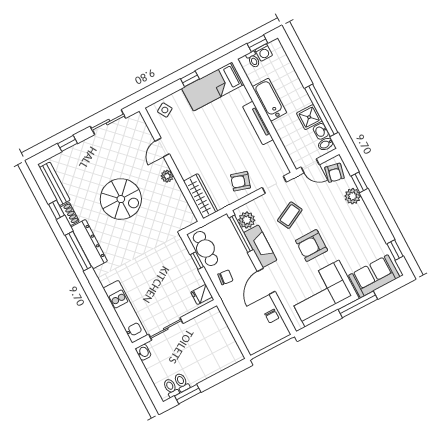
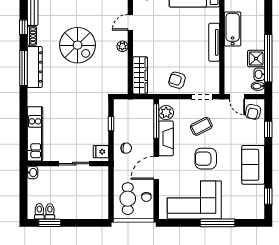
plant: (353, 196) -> (257, 137), removed
cafe table: (205, 249) -> (128, 199), moved
sofa: (374, 276) -> (253, 165), moved, turned -90
sliding door: (166, 329) -> (74, 164), moved

